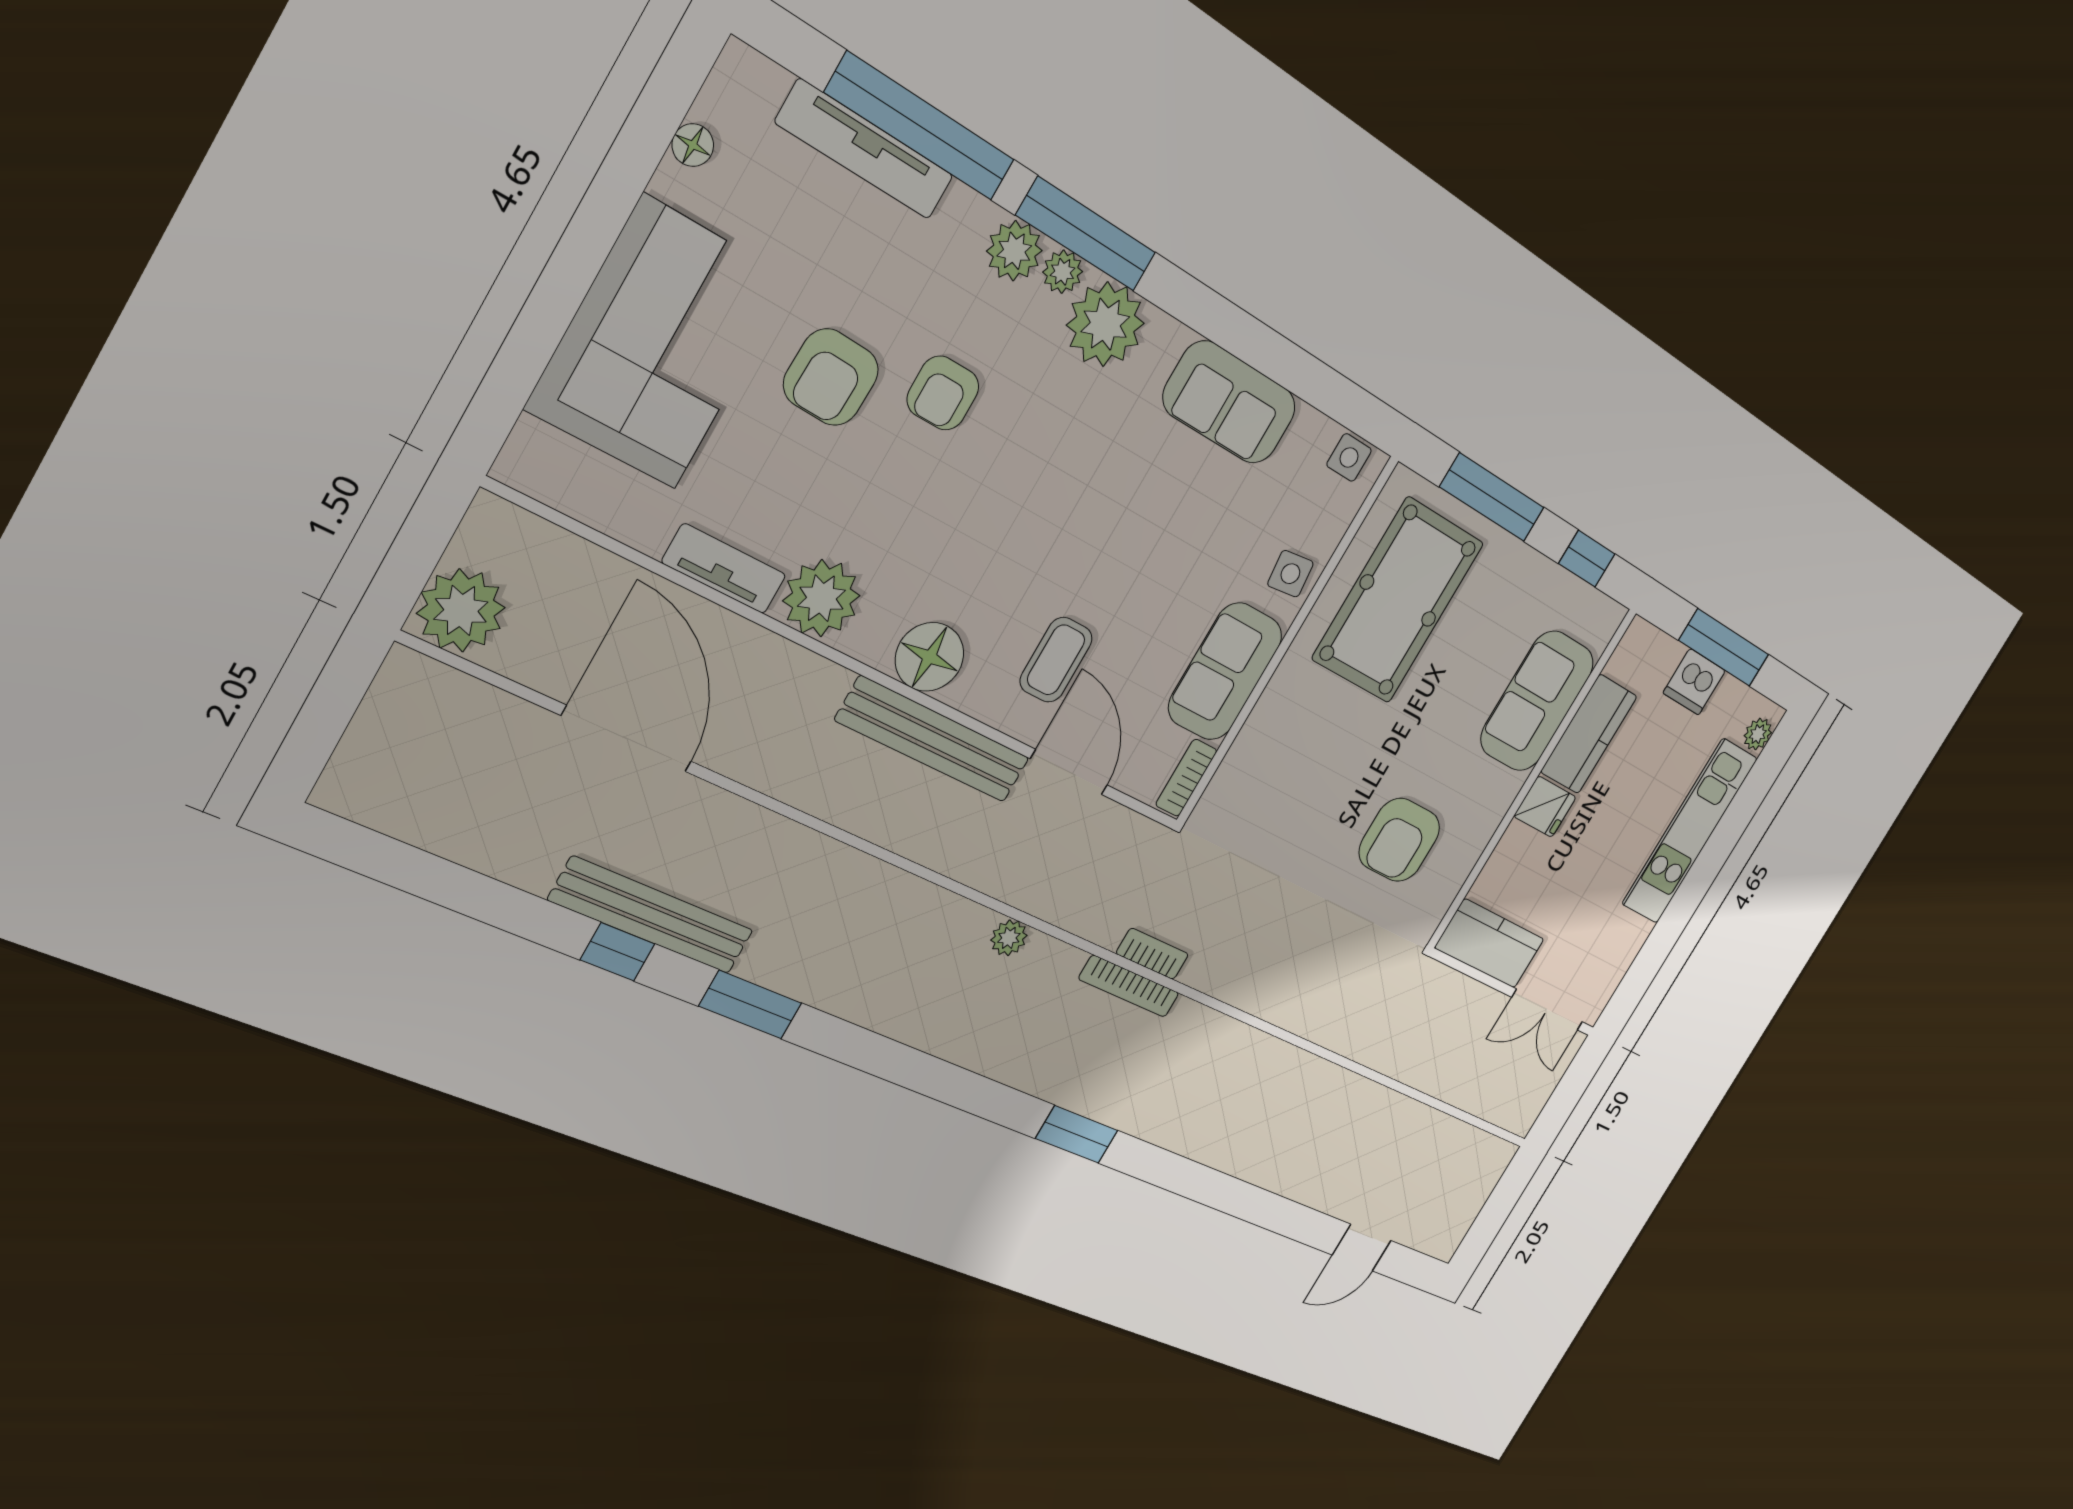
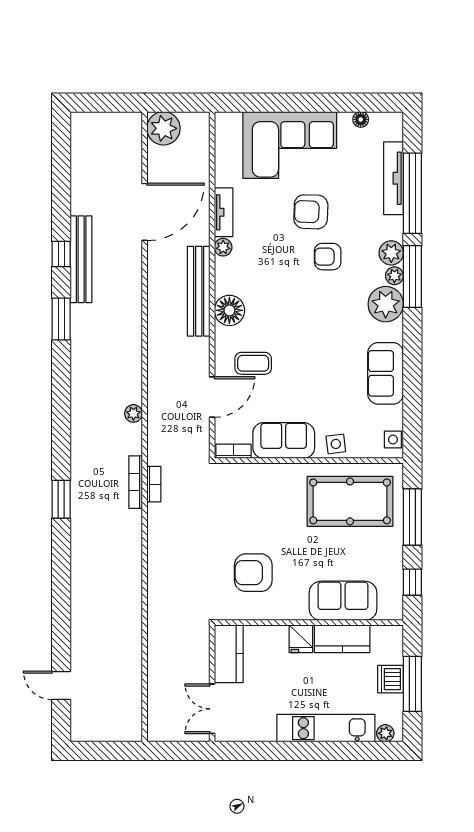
plant: (821, 598) -> (223, 247), width x0.53, depth x0.53
bench: (933, 740) -> (199, 291), moved

